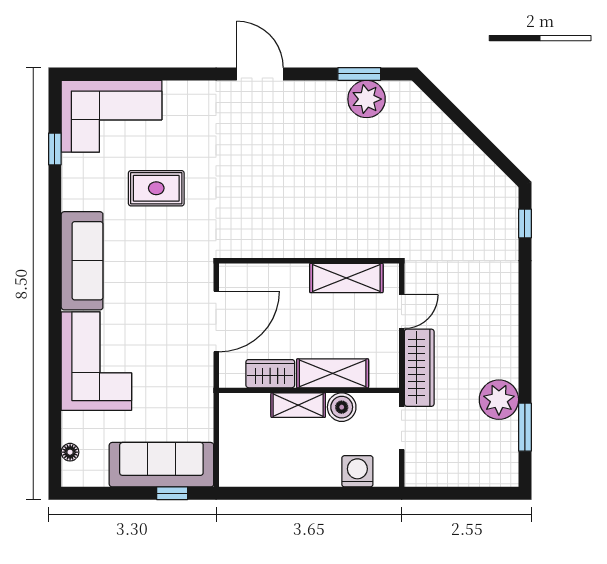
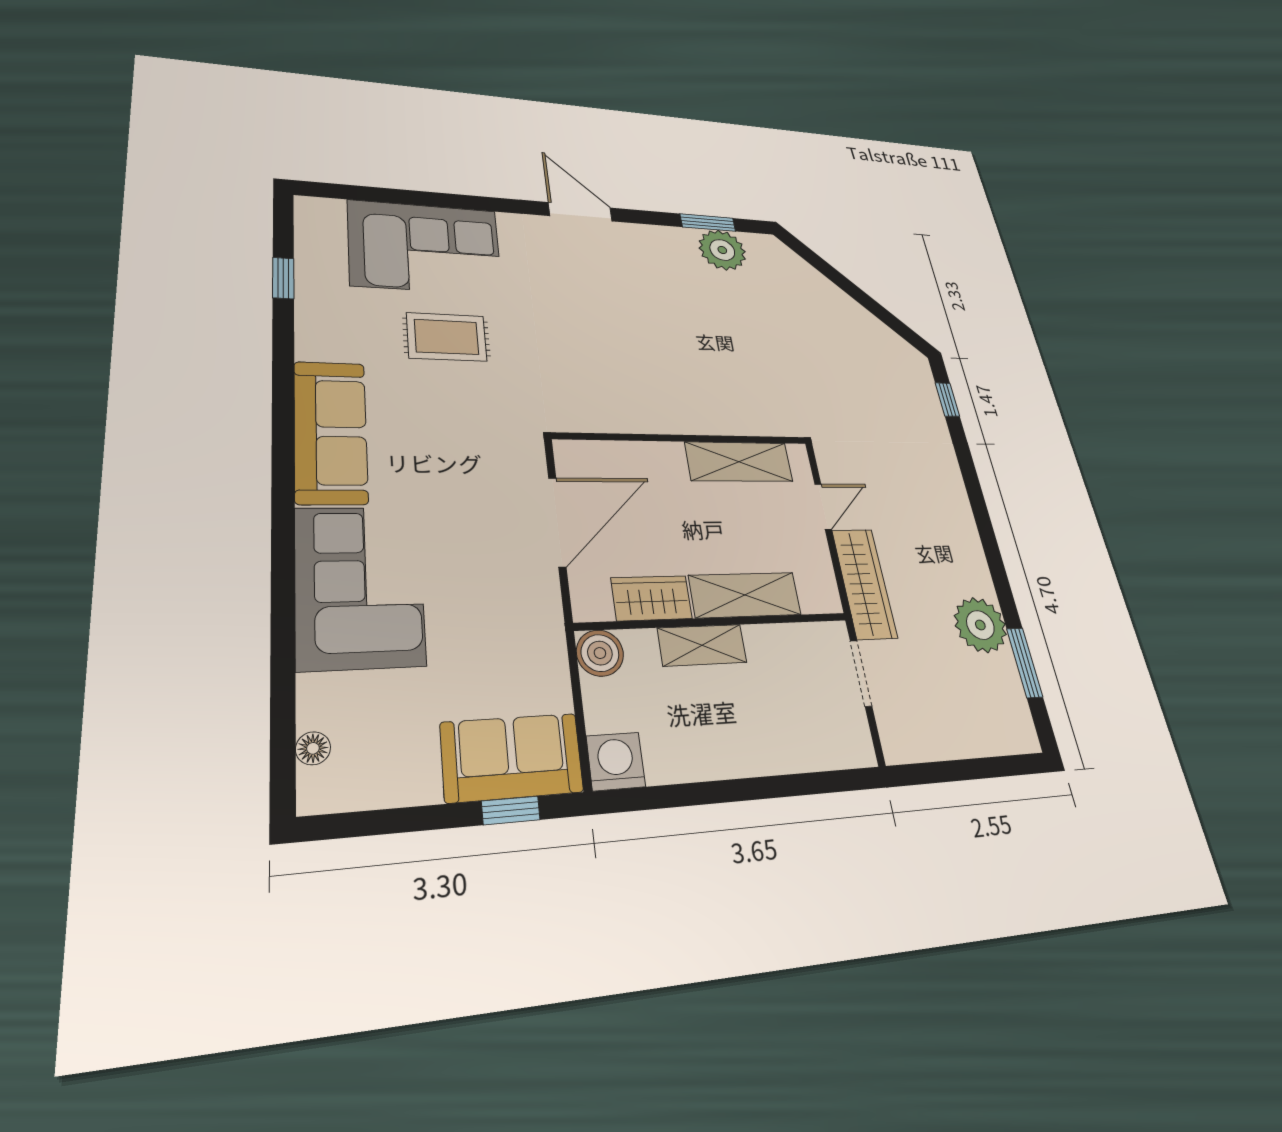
corner sofa: (112, 116) -> (425, 247), moved
boiler: (342, 407) -> (600, 653), moved
sofa: (161, 465) -> (512, 757), width x0.73
washing machine: (357, 471) -> (616, 761), moved

